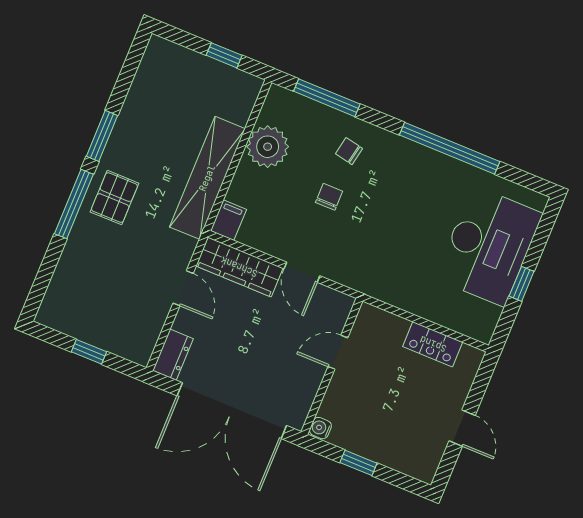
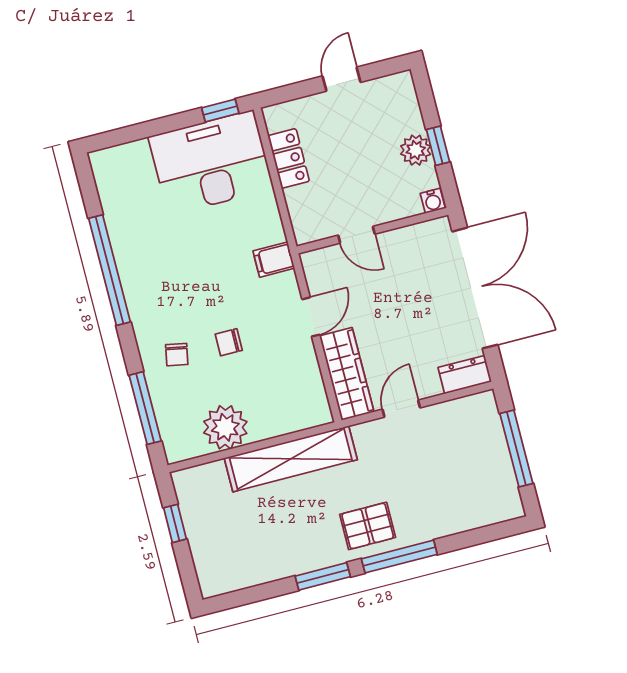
filing cabinet: (228, 220) -> (274, 260), moved
desk: (489, 246) -> (211, 163), moved
window: (522, 284) -> (220, 110), moved
window: (89, 352) -> (516, 448), width x2.17
plant: (368, 444) -> (416, 150), added

